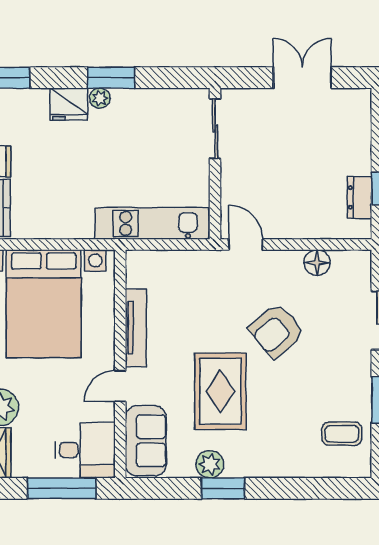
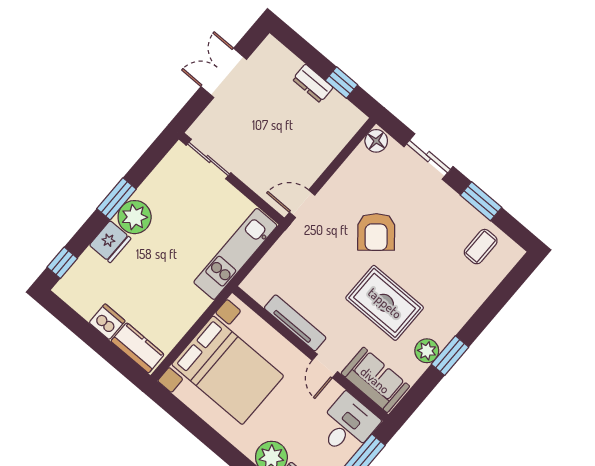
plant: (100, 98) -> (135, 217), width x1.88, depth x1.88
dresser: (360, 197) -> (313, 83), moved
floor lamp: (317, 263) -> (376, 141), moved

